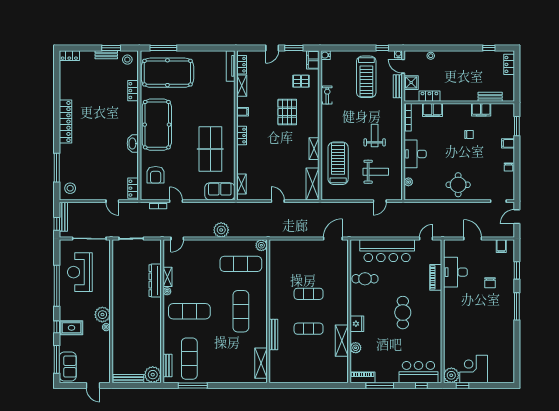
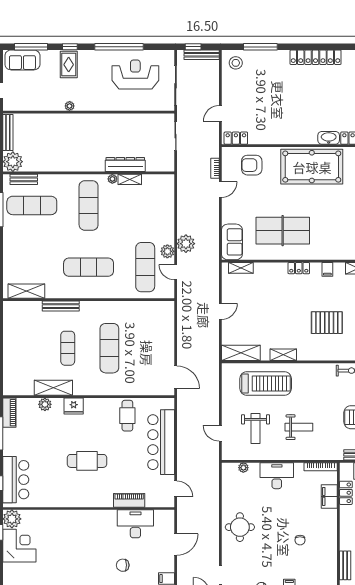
filing cabinet: (481, 110) -> (329, 555), removed
washbasin: (133, 143) -> (329, 138), moved
door: (177, 239) -> (176, 272), moved
plant: (261, 245) -> (167, 251), moved
exercise mat: (309, 294) -> (109, 348), width x1.36, depth x1.45
plant: (102, 315) -> (85, 102), removed

